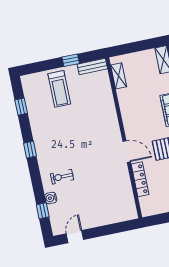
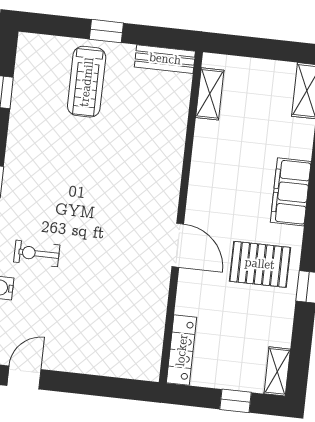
window: (71, 60) -> (106, 31), moved
locker: (140, 179) -> (182, 350), moved

